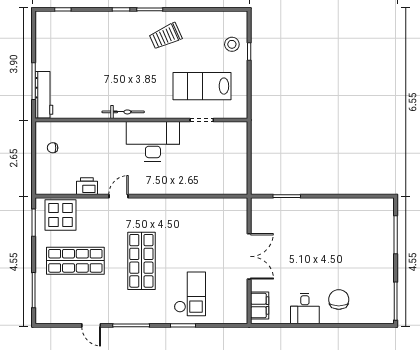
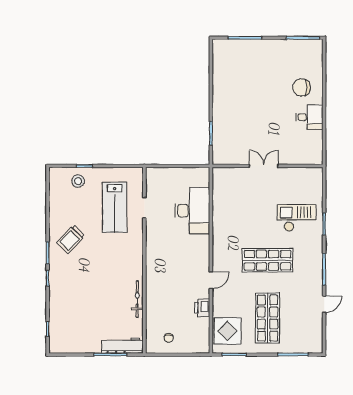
trolley: (166, 36) -> (71, 239), turned 68
bicycle: (123, 112) -> (137, 299), moved
desk: (153, 141) -> (192, 211), moved, turned 180
door: (119, 196) -> (211, 280), swing flipped
double door: (249, 256) -> (264, 166), width x0.73
filing cabinet: (260, 305) -> (307, 157), removed

